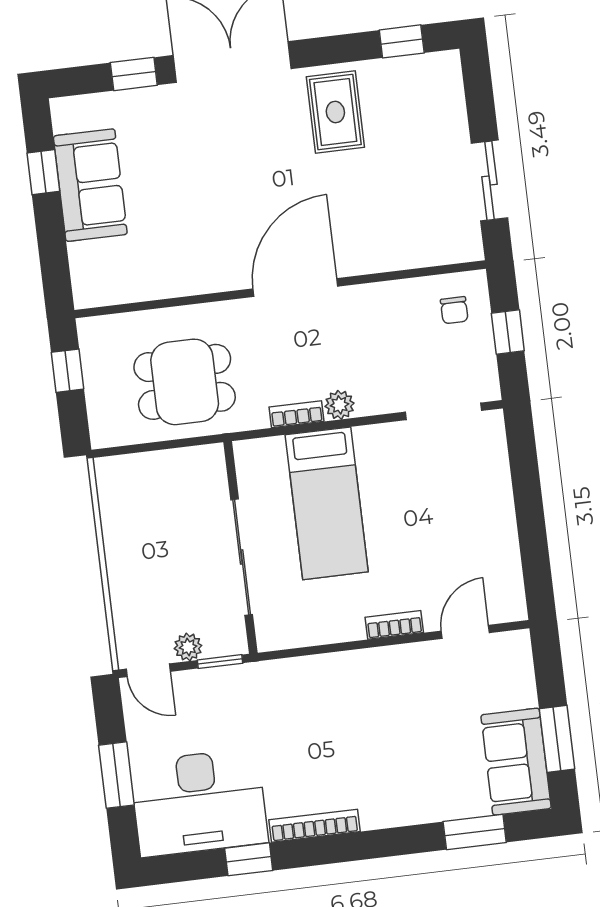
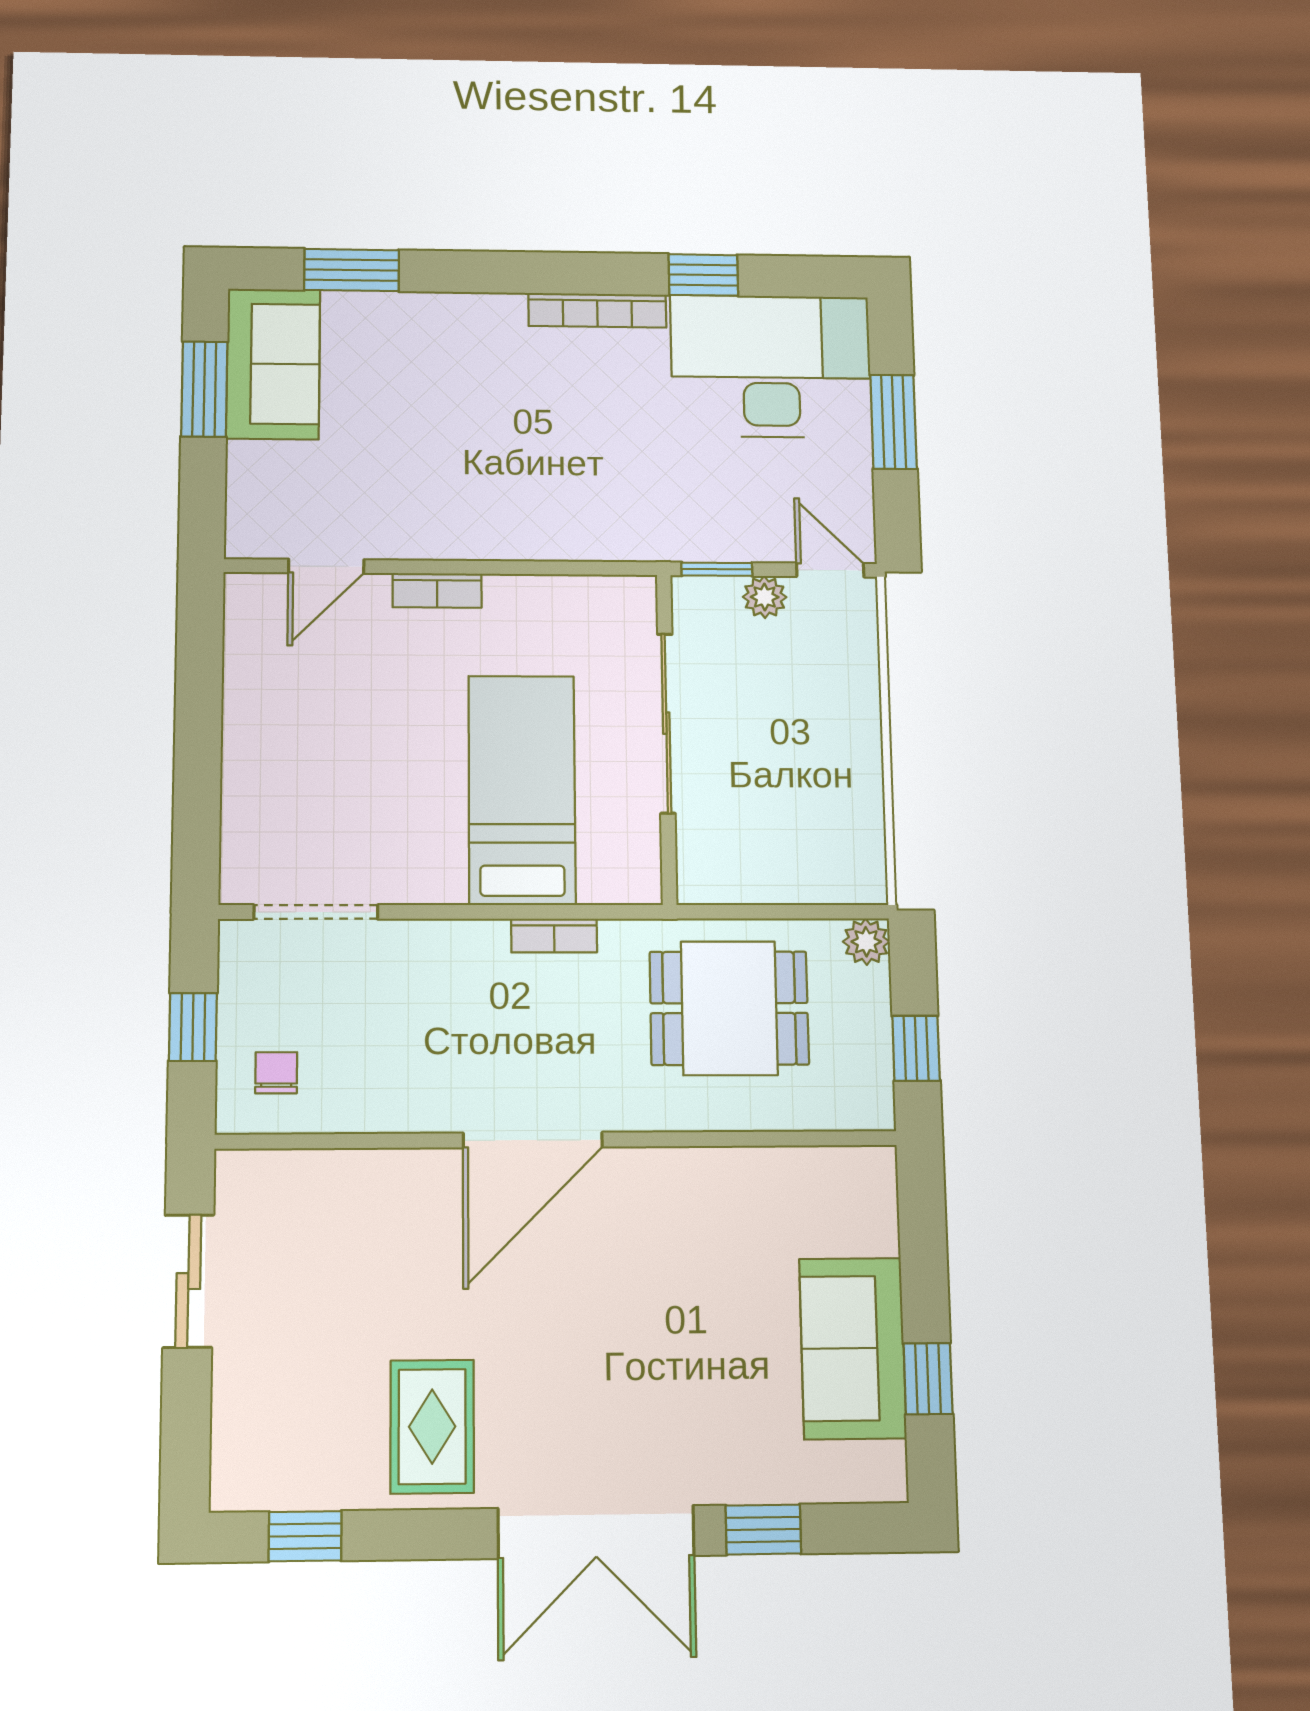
plant: (340, 405) -> (866, 942), moved

